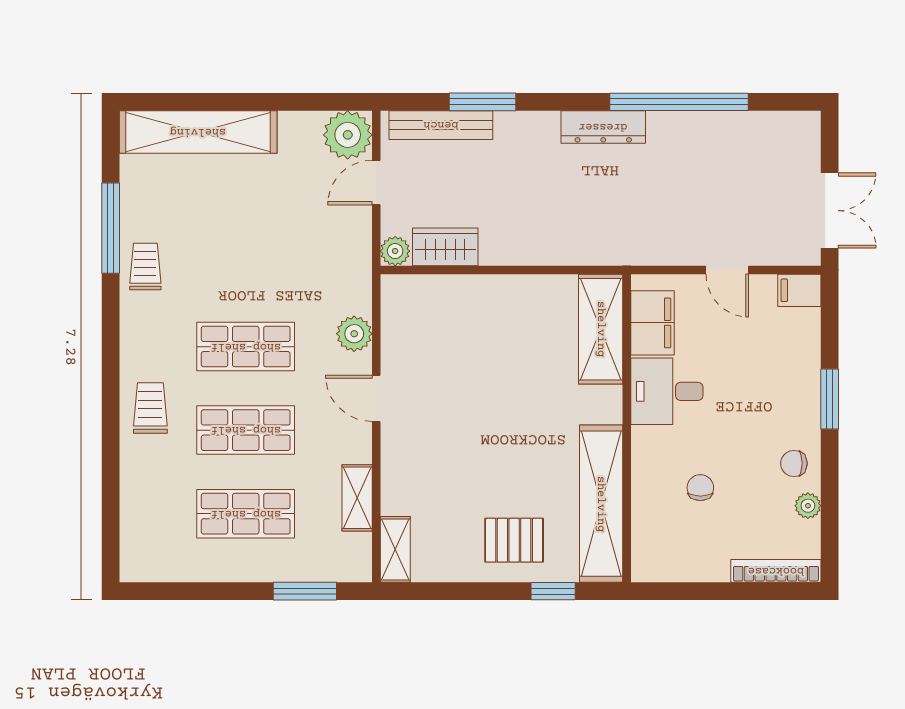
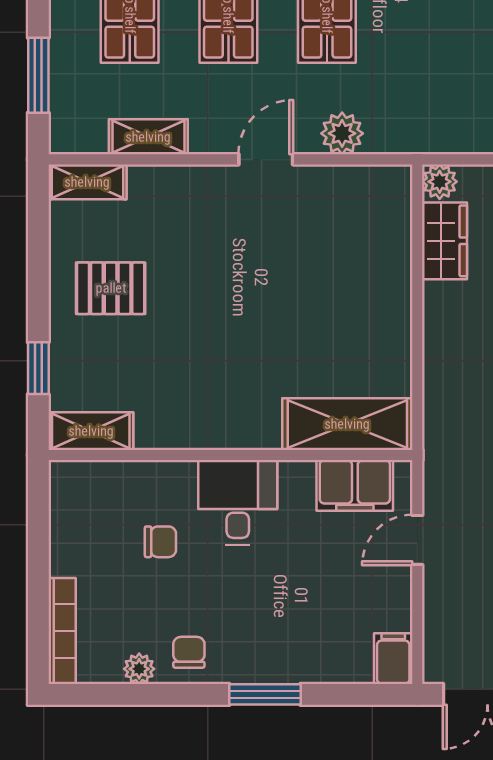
door: (727, 270) -> (417, 540), moved
desk: (667, 391) -> (238, 502), moved
shelving: (601, 504) -> (91, 431), width x0.45, depth x0.75
pallet: (514, 540) -> (111, 288), moved, turned 90

